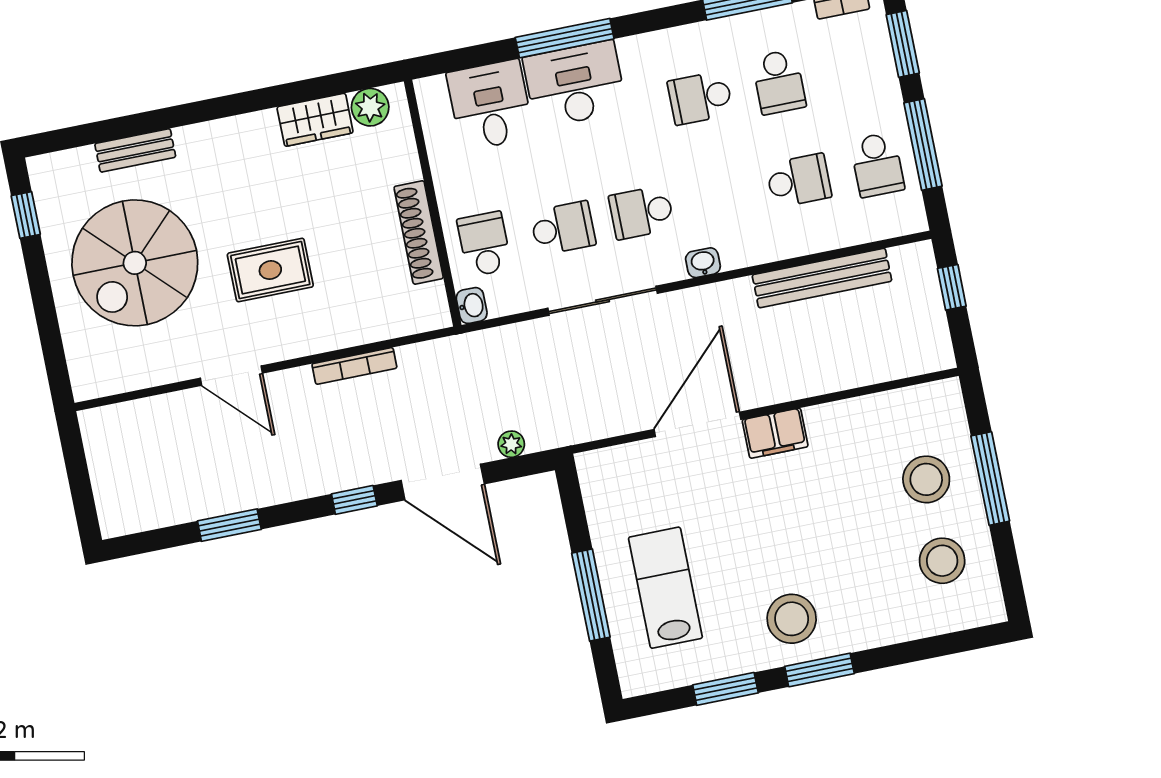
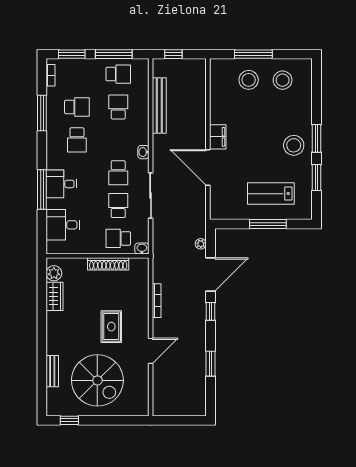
desk: (575, 84) -> (61, 184), width x0.73

